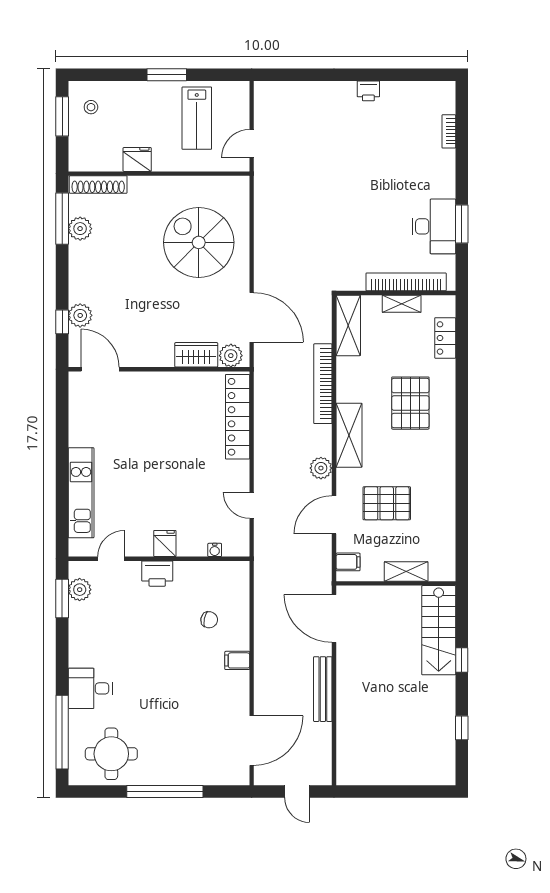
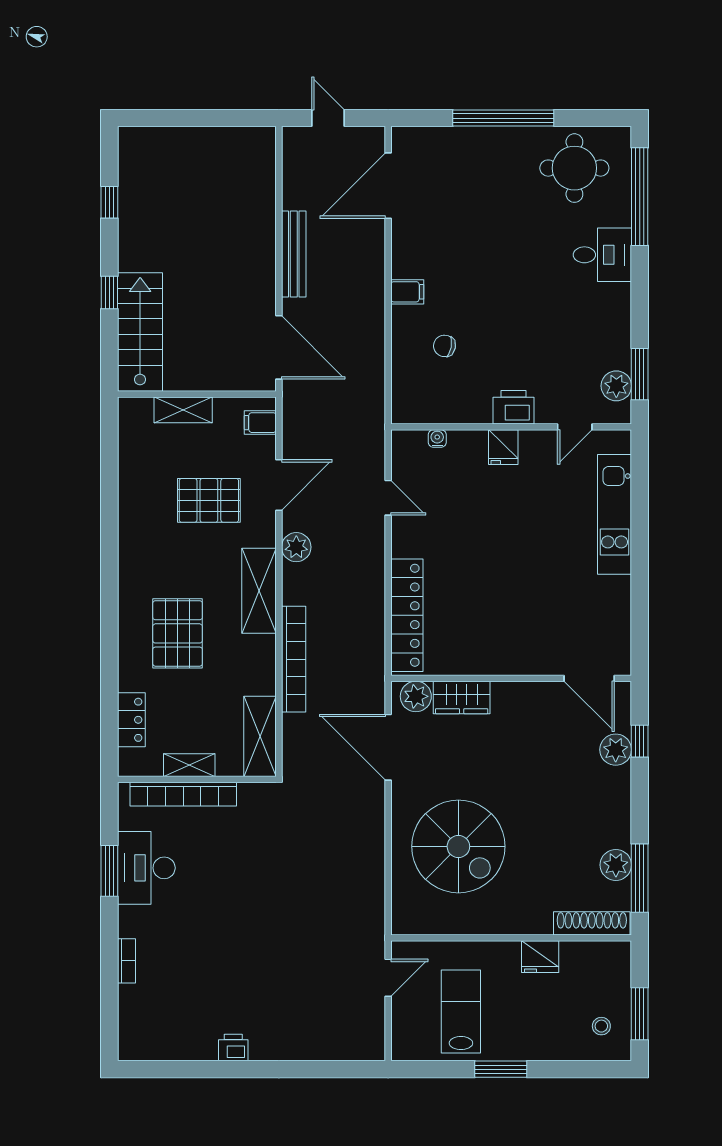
bookcase: (449, 131) -> (127, 961), moved

